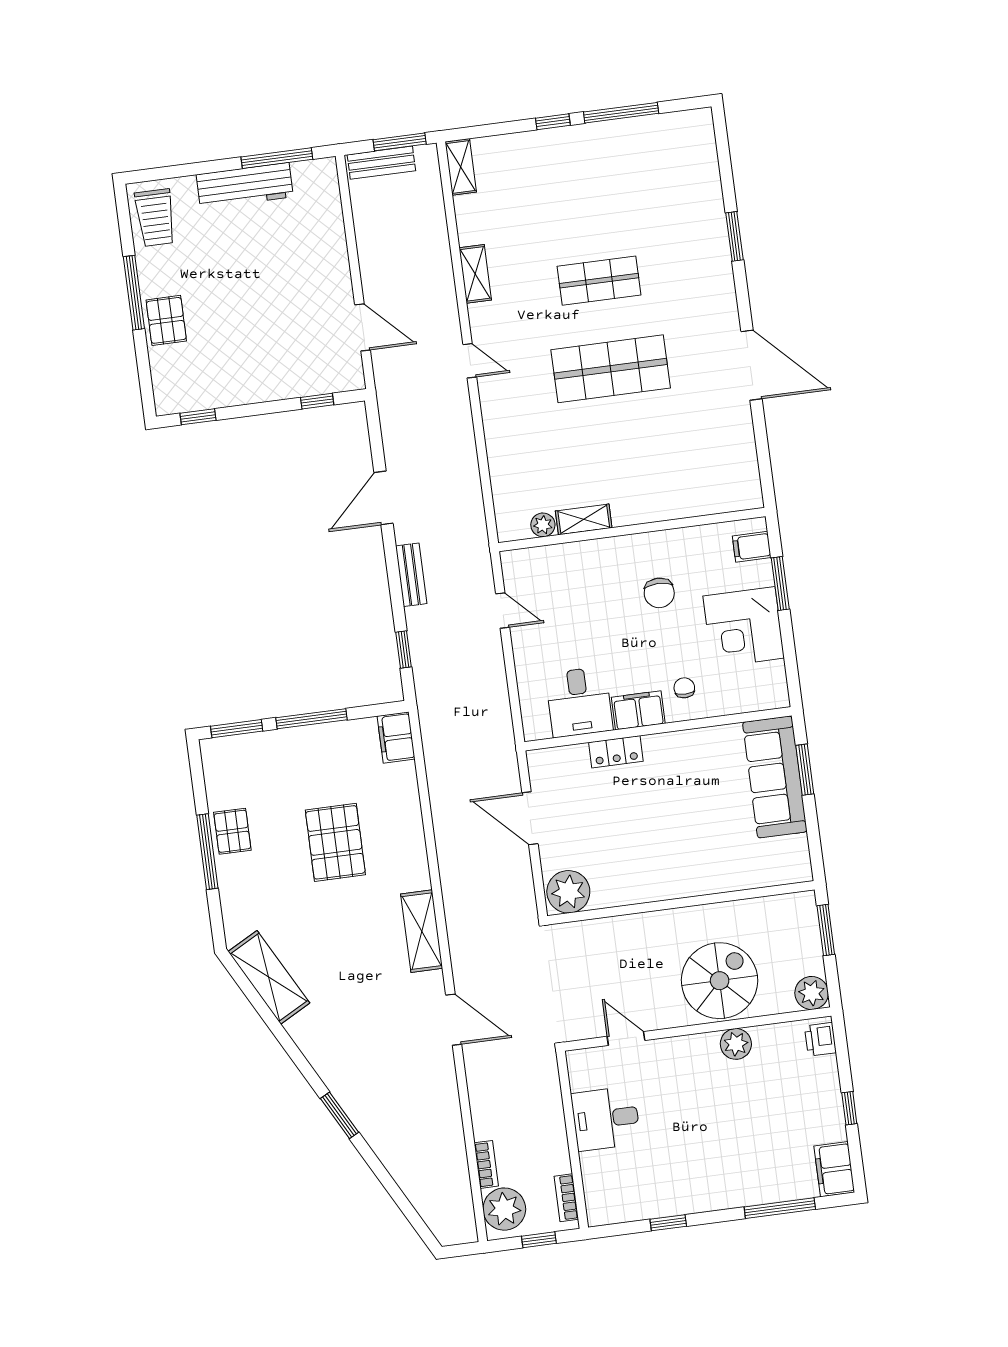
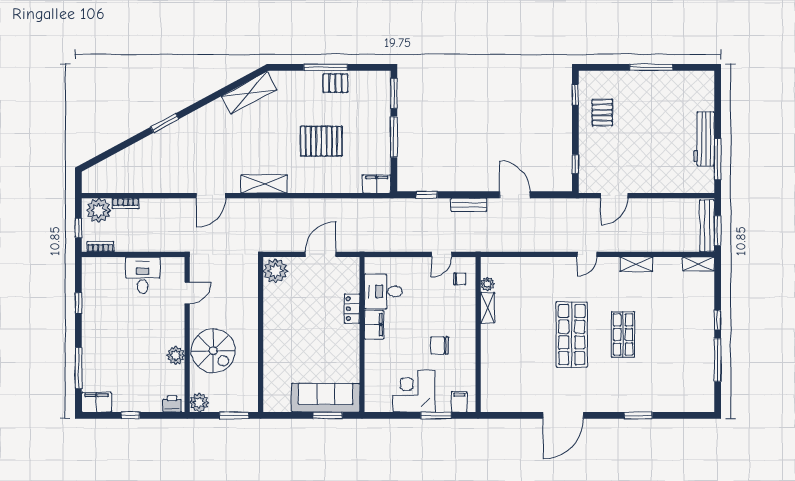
bench: (381, 163) -> (707, 226), width x1.36
trolley: (155, 218) -> (693, 85), removed
pallet: (166, 320) -> (602, 113), moved, turned 90
chair: (684, 688) -> (460, 279), moved

